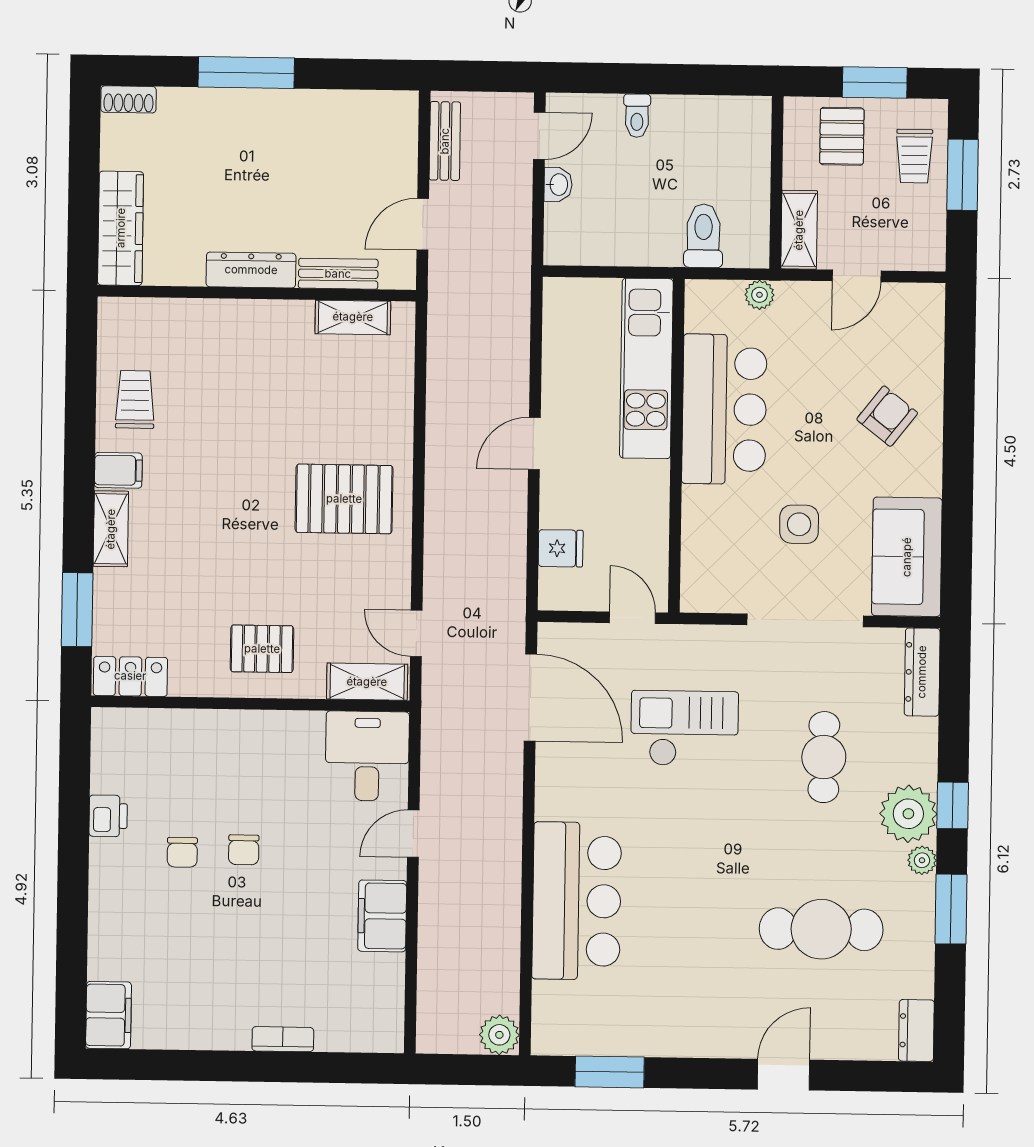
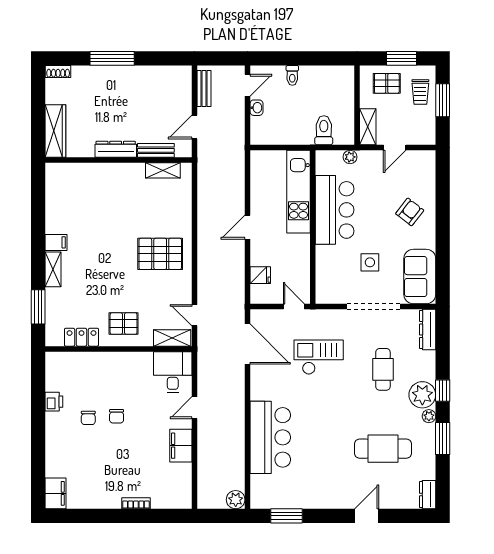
pallet: (842, 136) -> (387, 83), turned 90
trolley: (135, 399) -> (63, 210), removed
locker: (130, 676) -> (81, 337), moved

